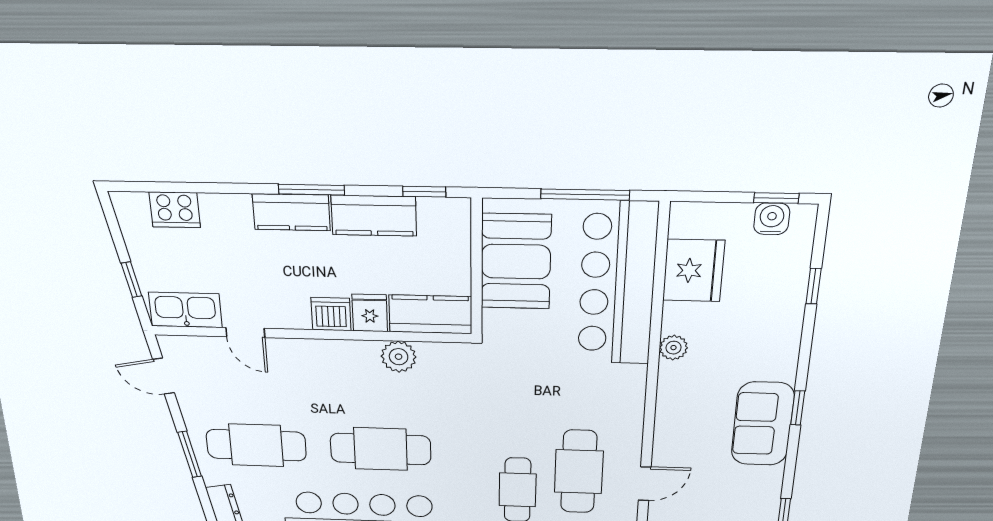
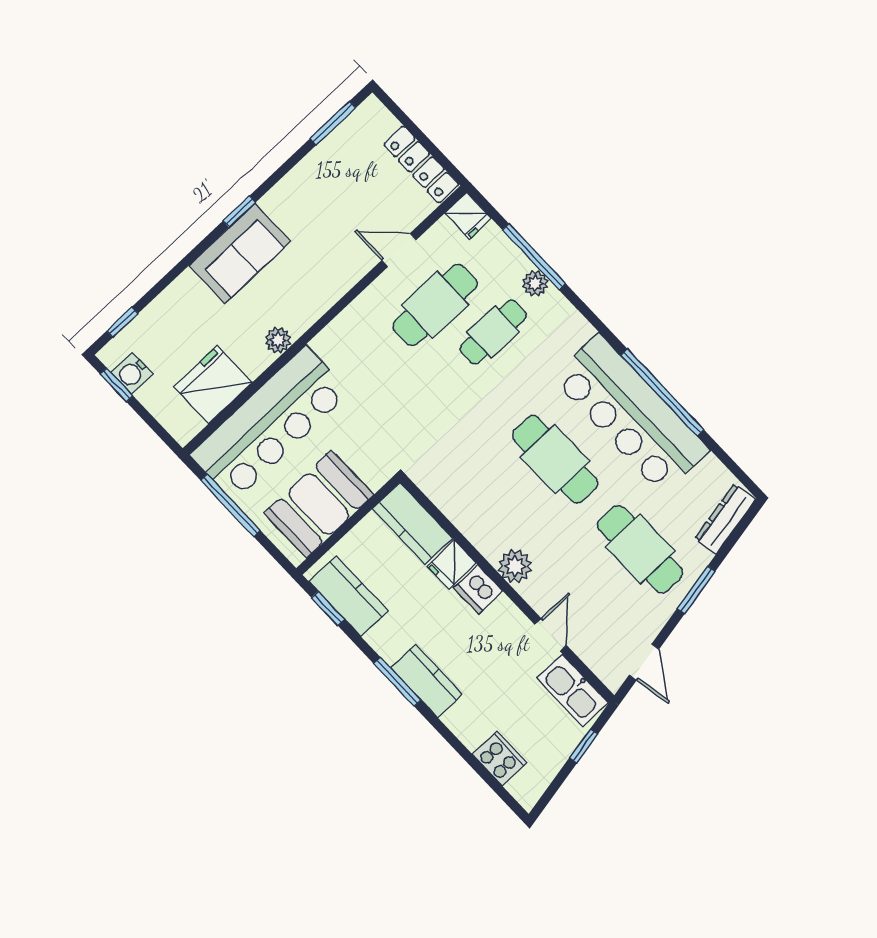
kitchen counter: (374, 216) -> (348, 596), moved
window: (814, 286) -> (122, 322), moved
plant: (399, 357) -> (515, 566), moved
sofa: (763, 424) -> (240, 253), moved

